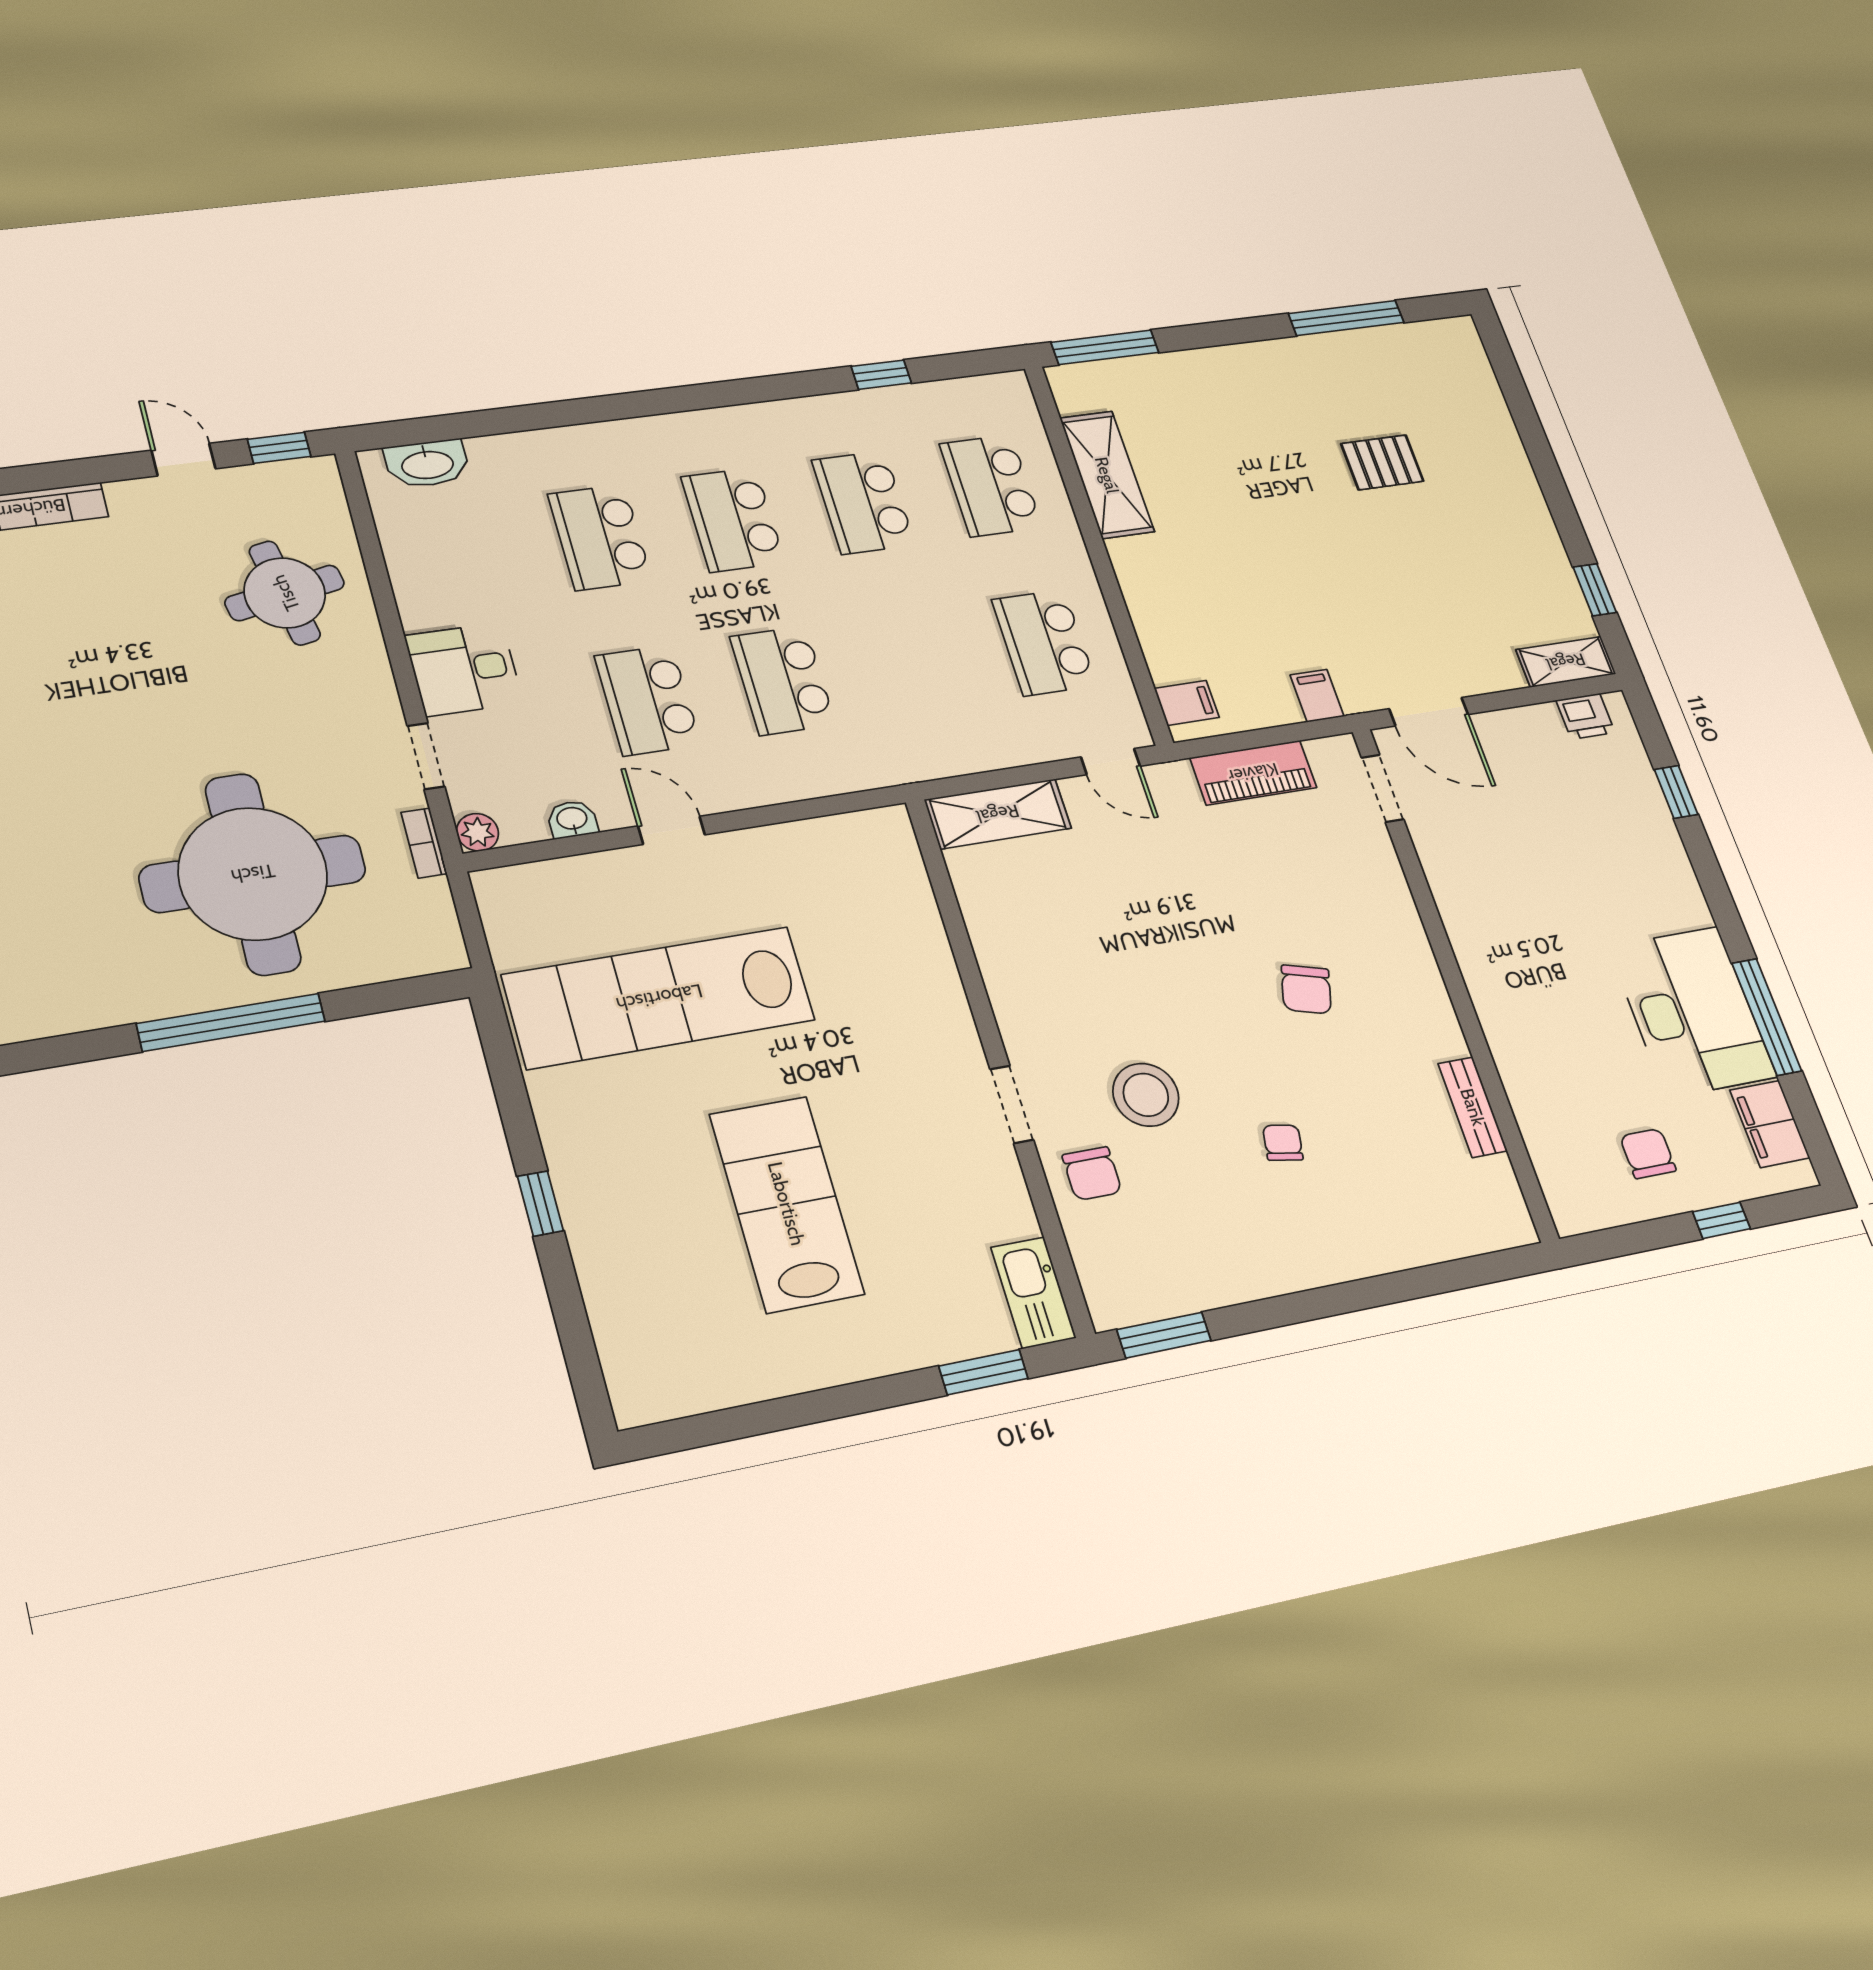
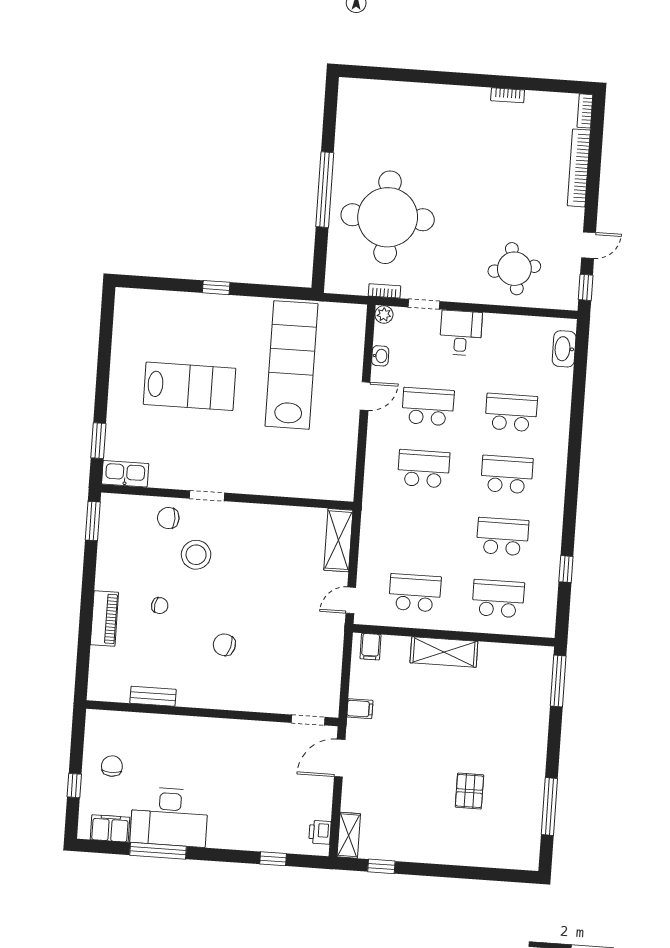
shelving: (1107, 475) -> (444, 652), moved
piano: (1253, 773) -> (104, 618), moved, turned 180
chair: (1648, 1154) -> (112, 766), turned -90

